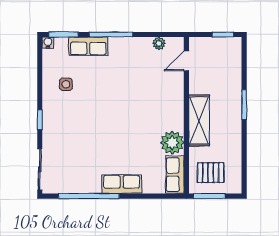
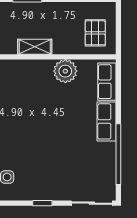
shelving: (199, 120) -> (35, 47), width x0.67, depth x0.75
row of seats: (175, 175) -> (107, 82), moved, turned 90
window: (209, 196) -> (118, 34), removed

